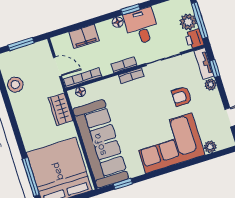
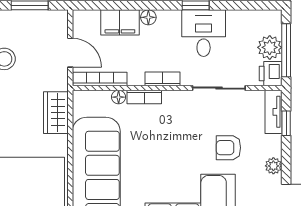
floor lamp: (118, 22) -> (148, 17), moved
bookcase: (131, 76) -> (144, 97), moved
plant: (211, 84) -> (273, 166), moved
floor lamp: (80, 92) -> (119, 97), moved

